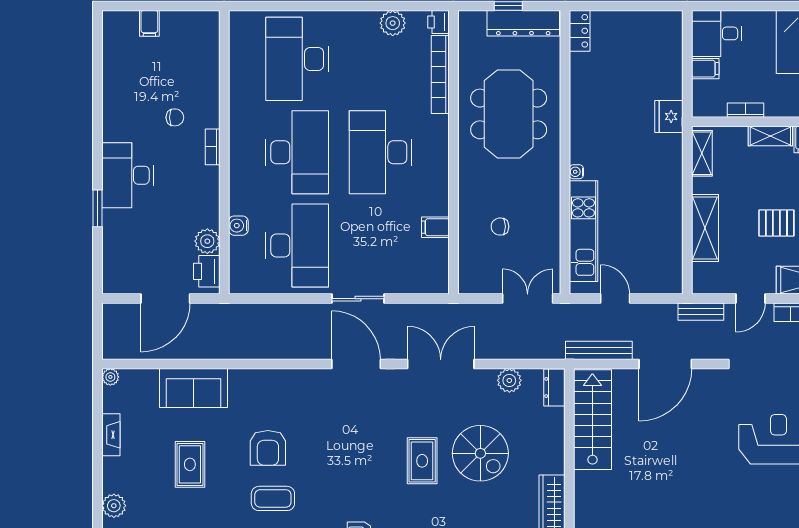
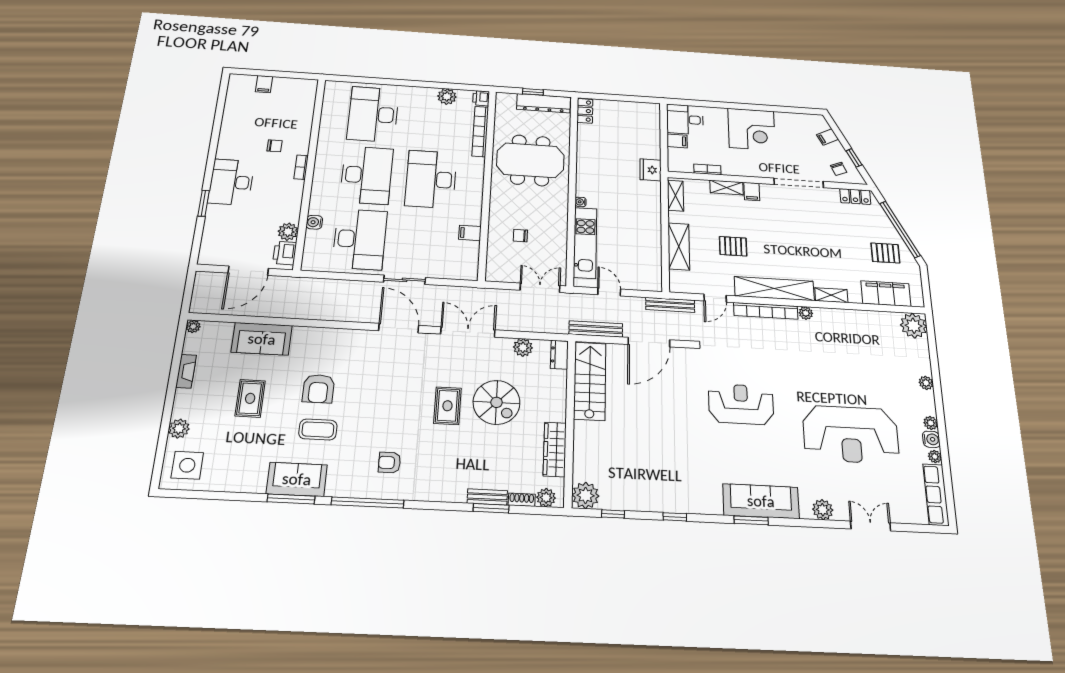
meeting table: (509, 114) -> (530, 160), turned 90
bench: (701, 312) -> (670, 305), width x1.36

